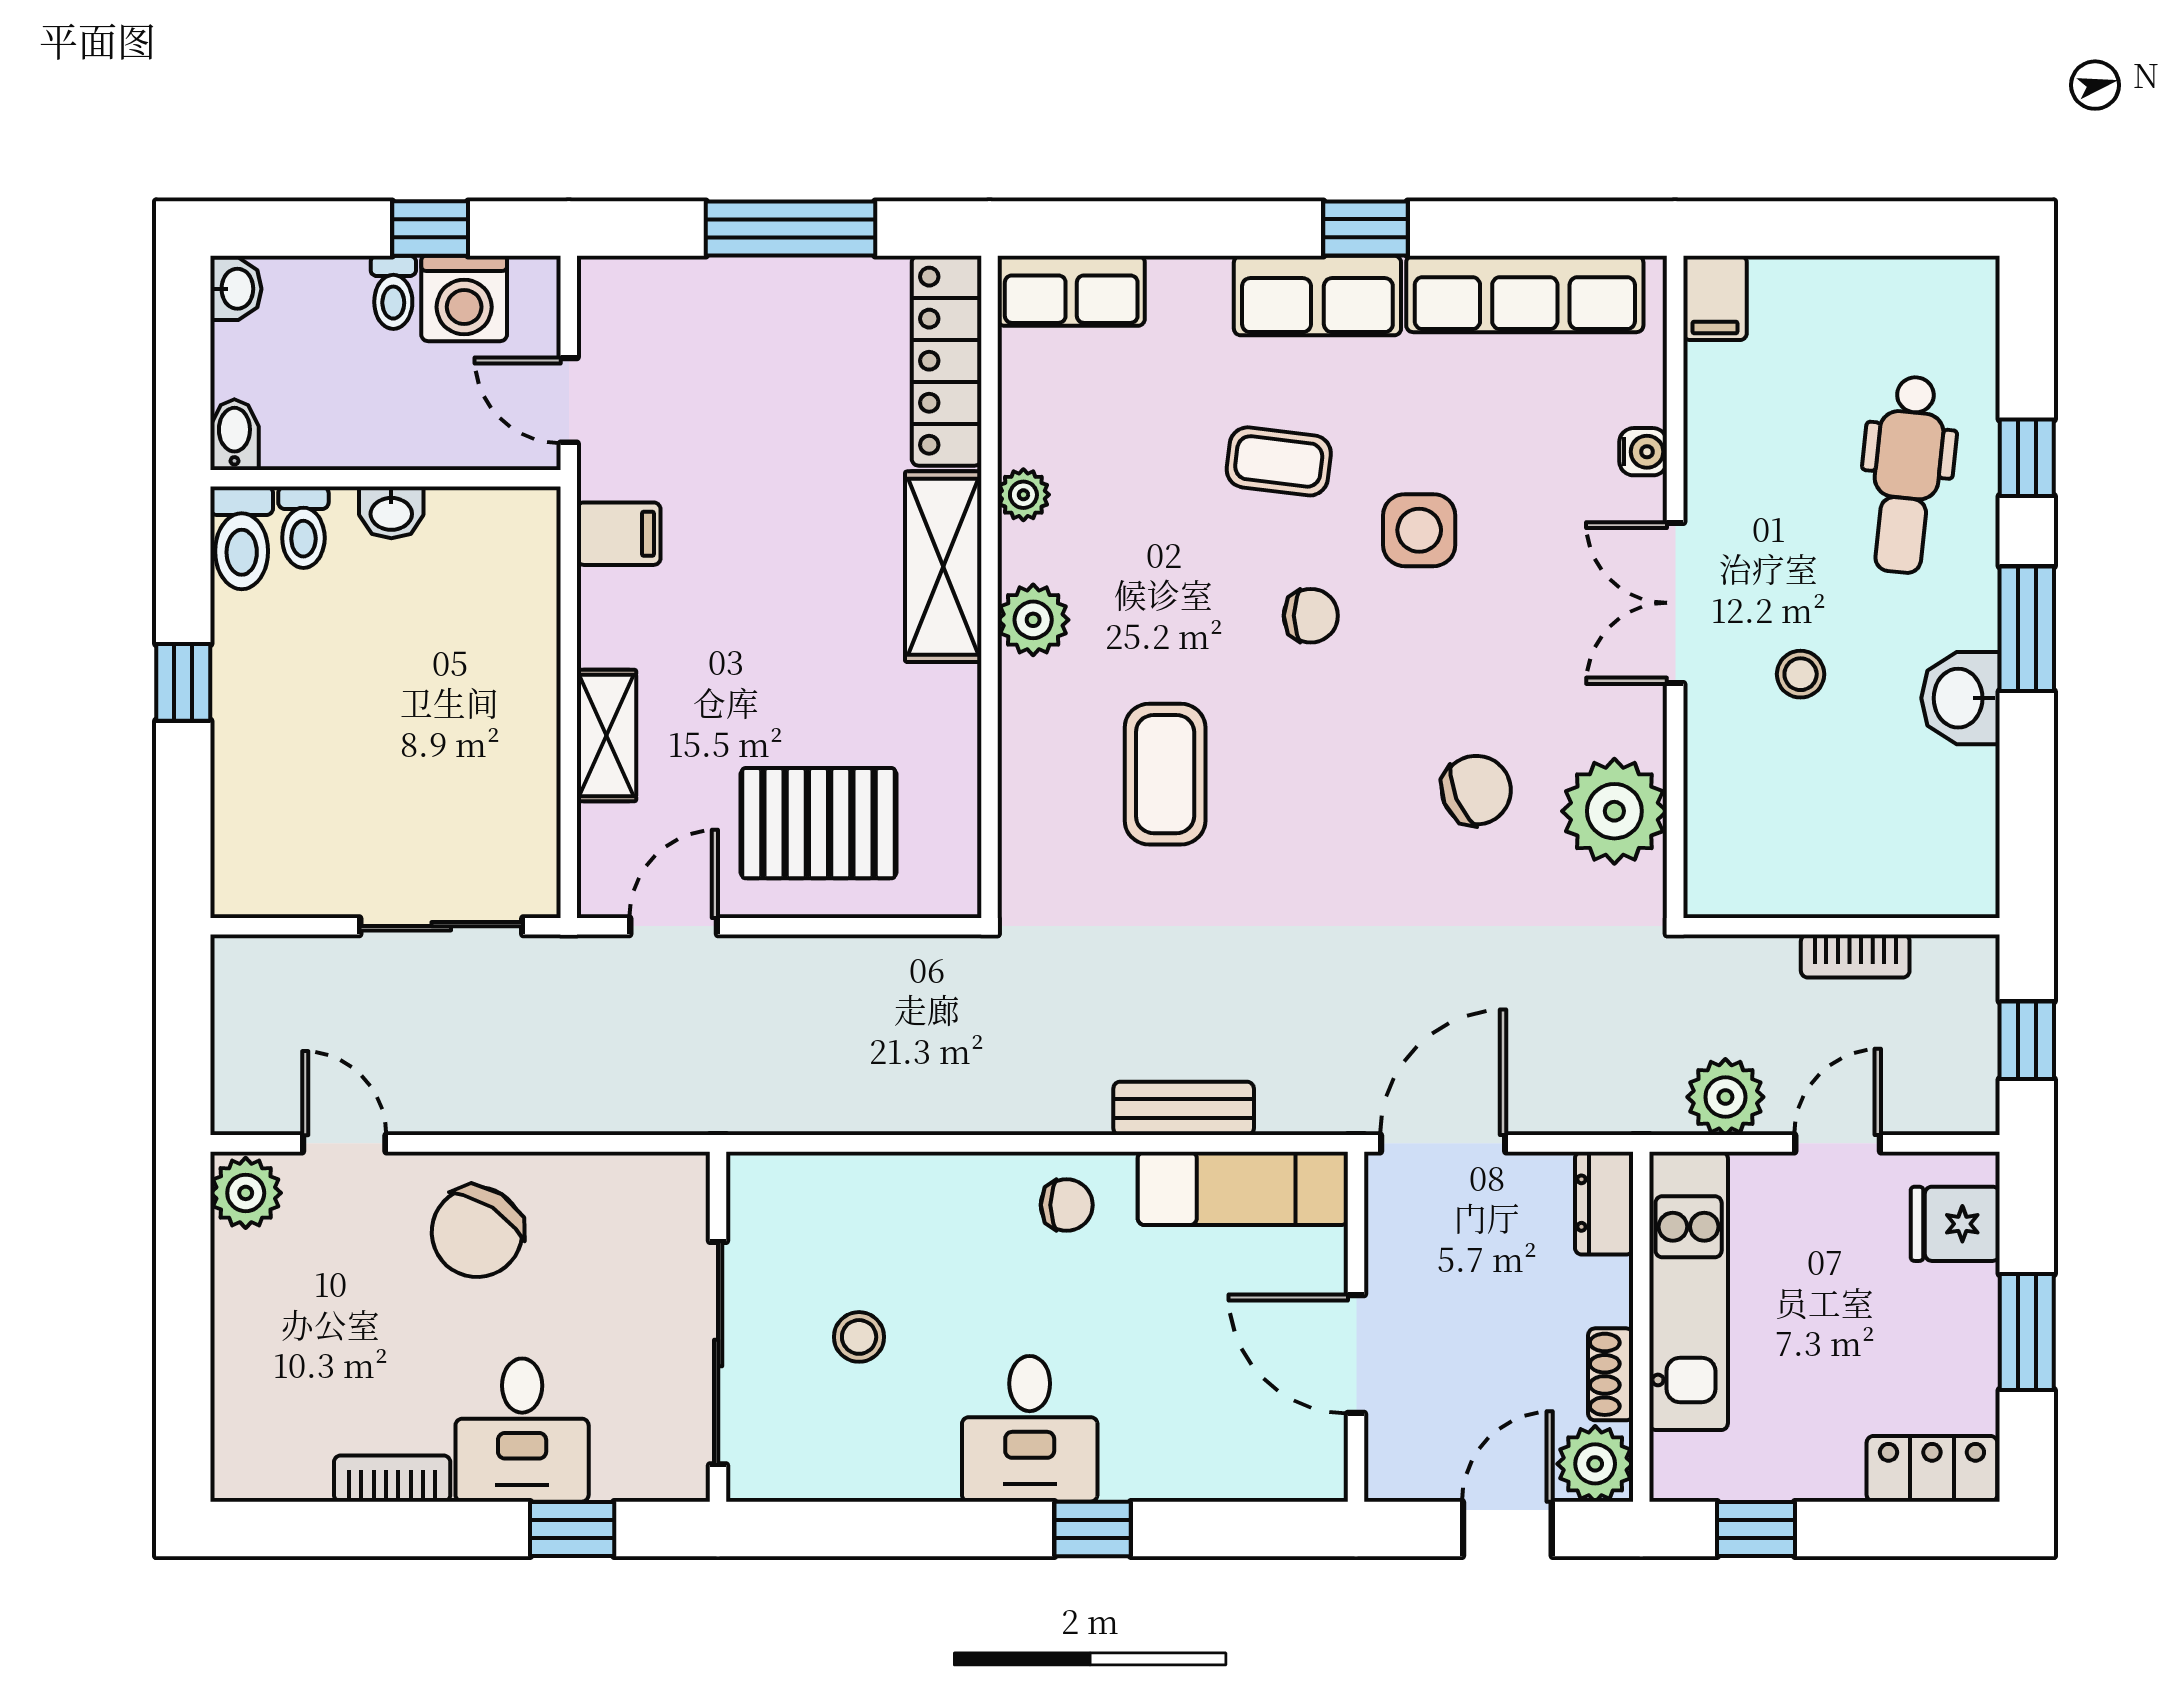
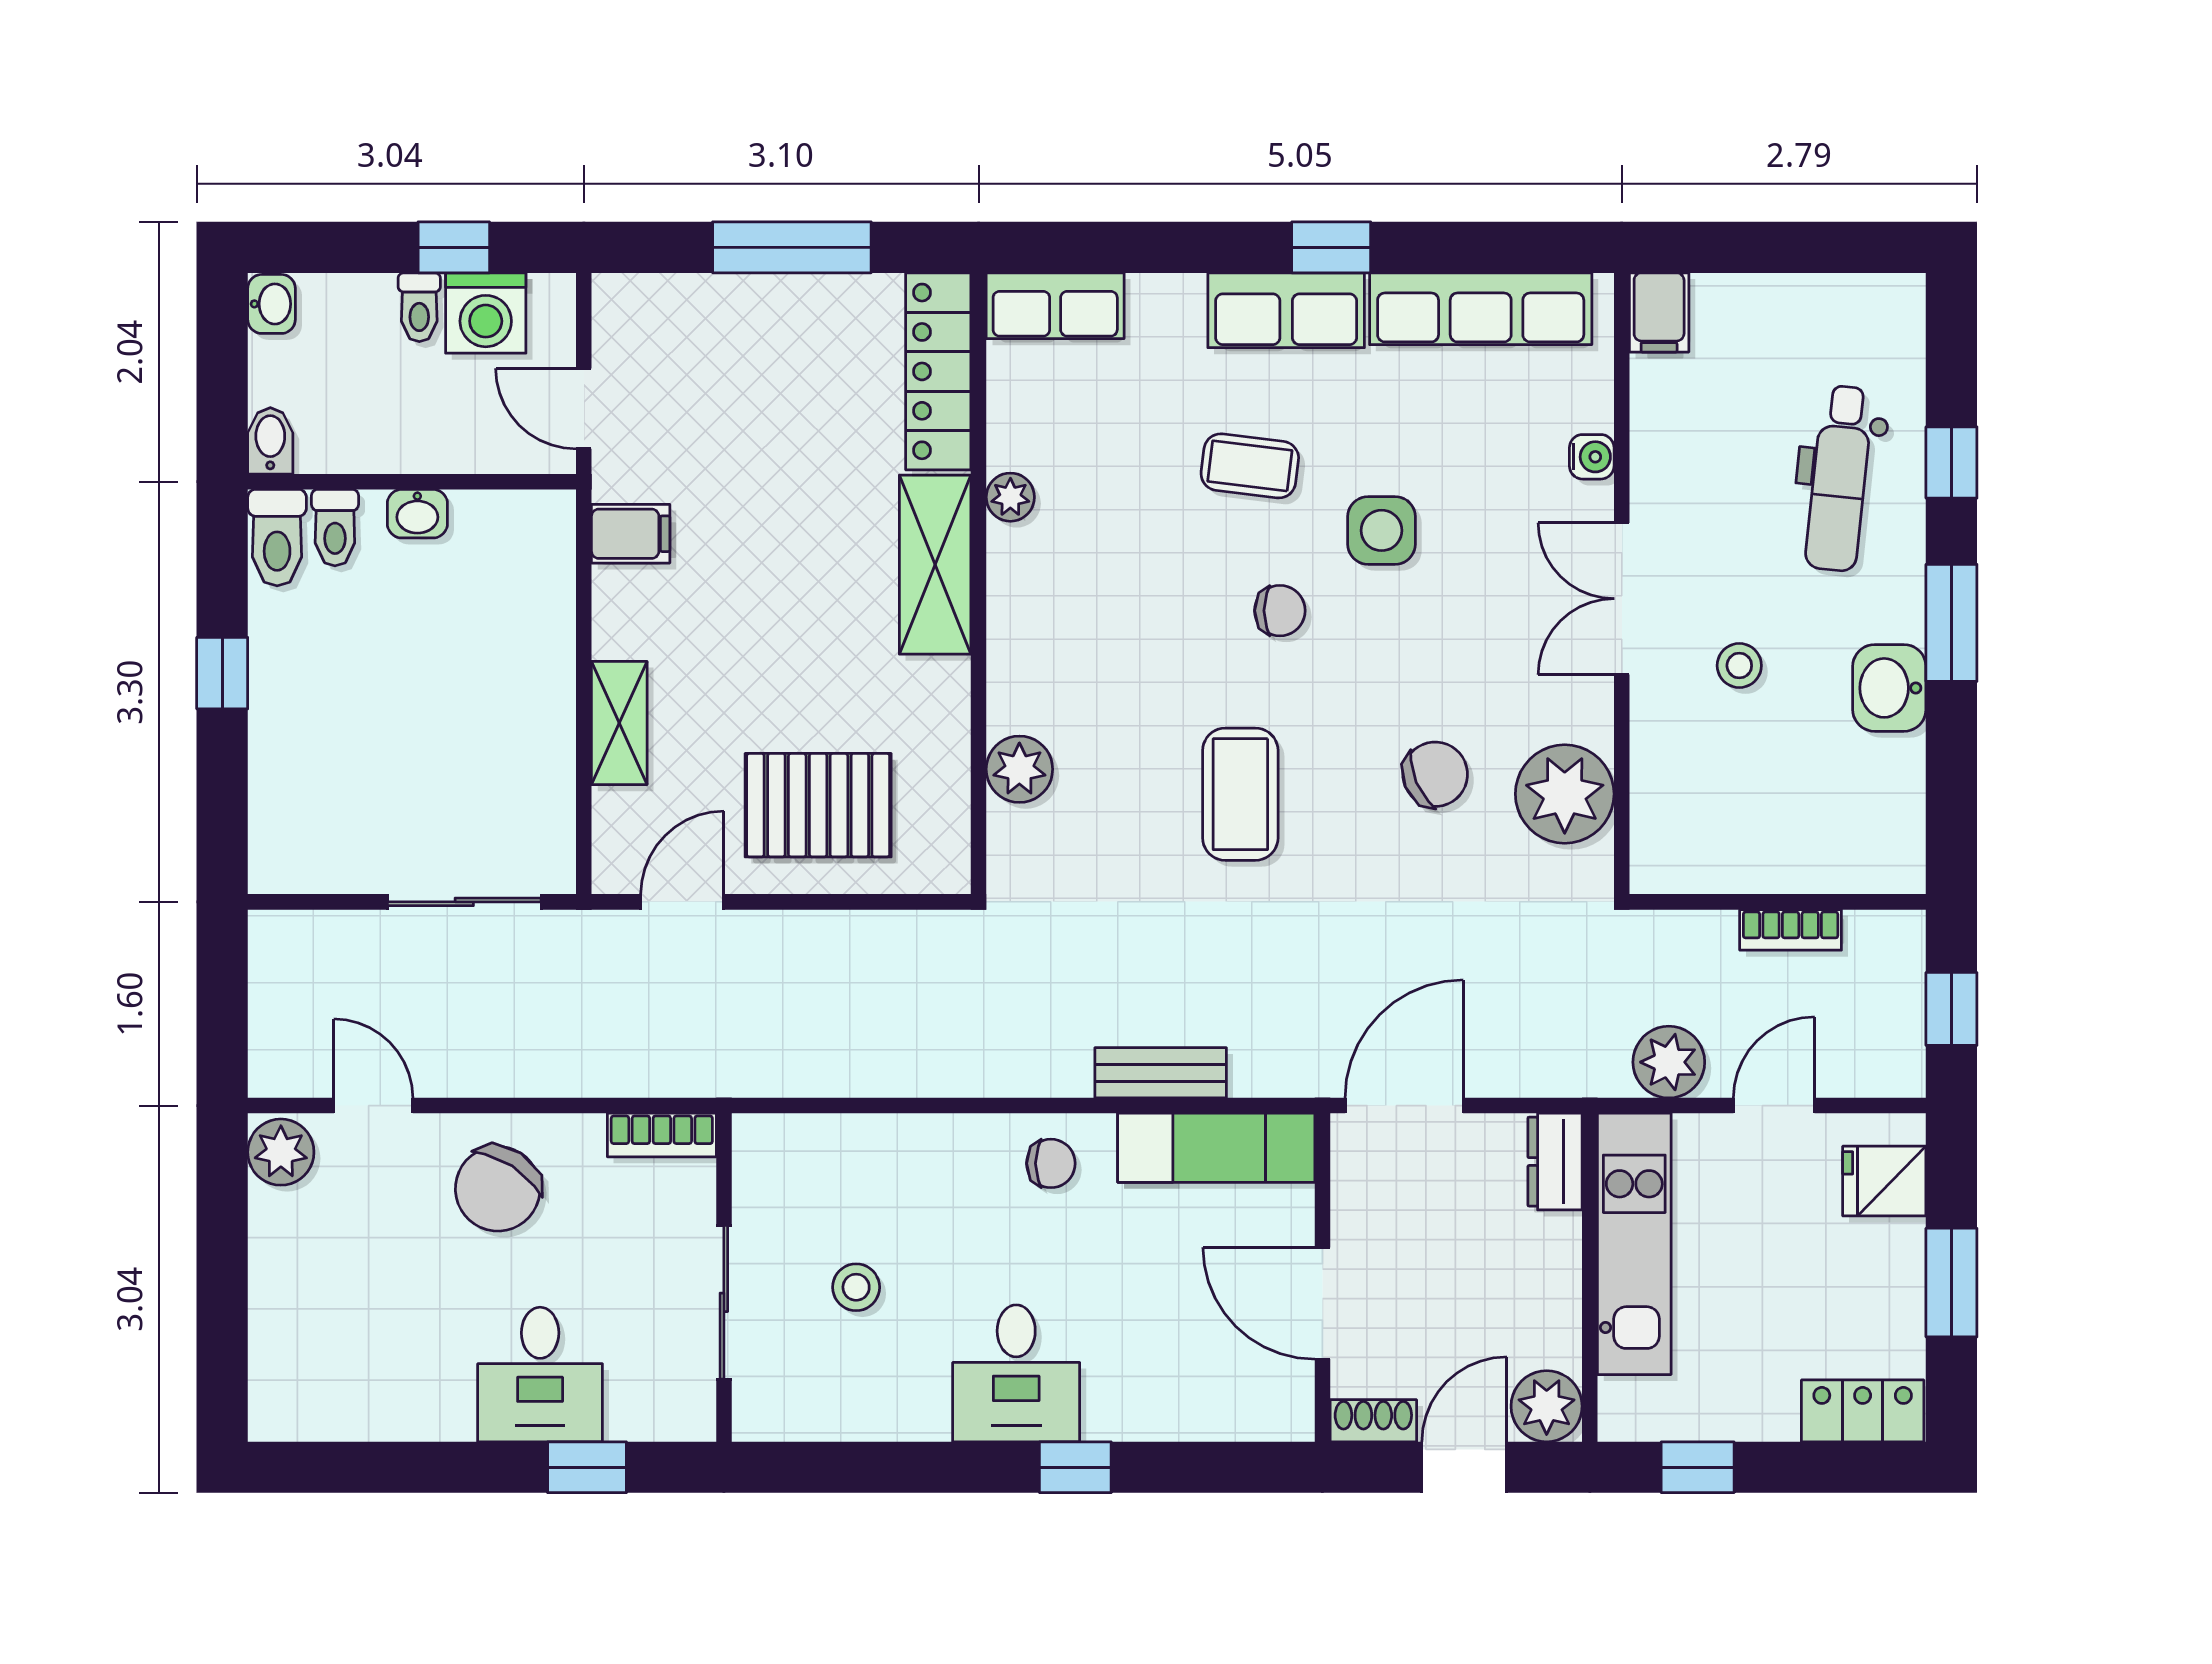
plant: (1033, 620) -> (1019, 769), moved
coffee table: (1165, 774) -> (1240, 794), moved
sliding door: (718, 1353) -> (724, 1302), width x0.73
shoe rack: (1611, 1374) -> (1373, 1421), moved, turned 90
bookcase: (392, 1479) -> (662, 1135), moved, turned 180

